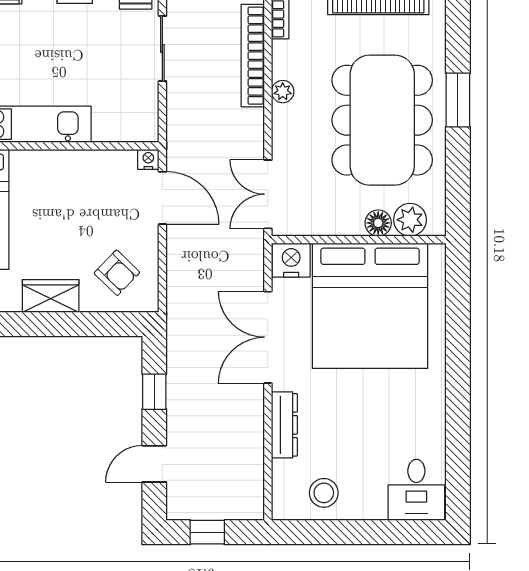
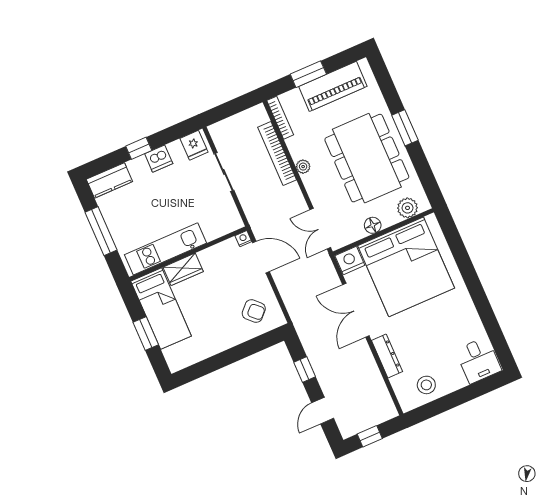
floor lamp: (378, 223) -> (373, 225), moved
wardrobe: (51, 296) -> (183, 269), moved, turned 180

